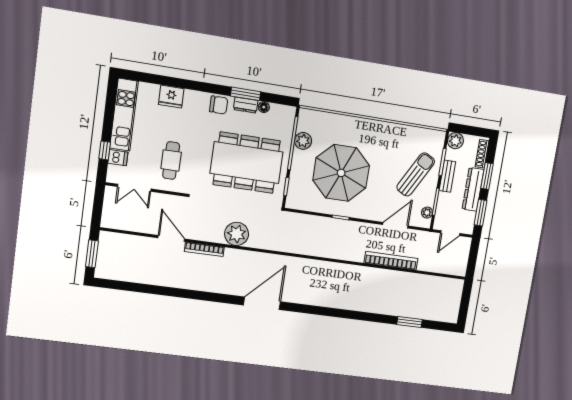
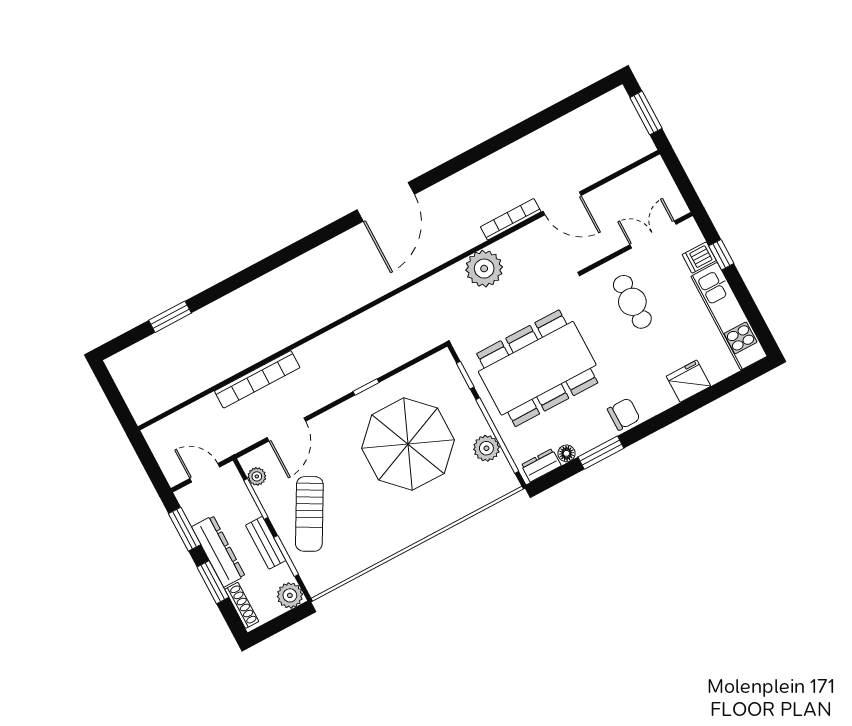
chair: (219, 105) -> (624, 414), turned 180
dresser: (246, 105) -> (541, 465), moved
door: (450, 233) -> (205, 473), hinge flipped

